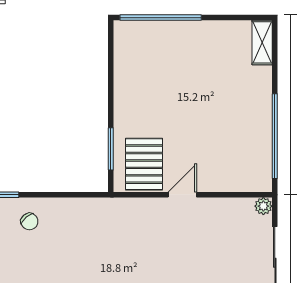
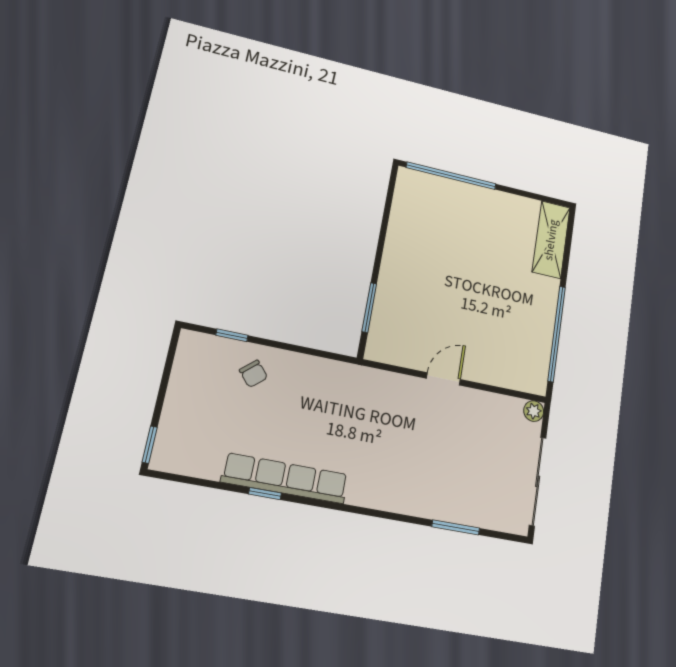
shelving: (262, 42) -> (551, 240), width x1.50, depth x1.33
pallet: (144, 164) -> (405, 334), removed

